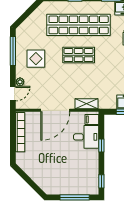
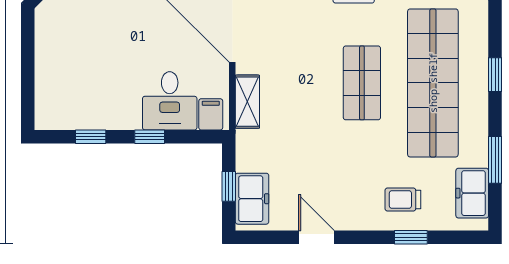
window: (101, 181) -> (91, 137), moved
window: (75, 197) -> (28, 74), removed

